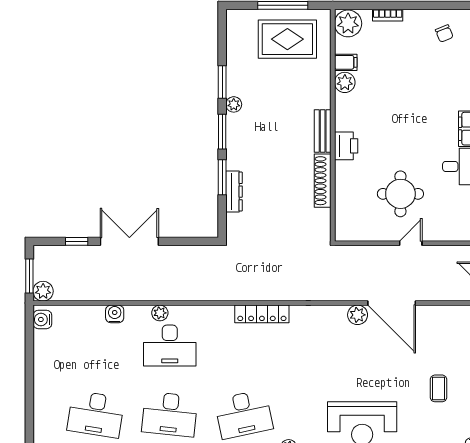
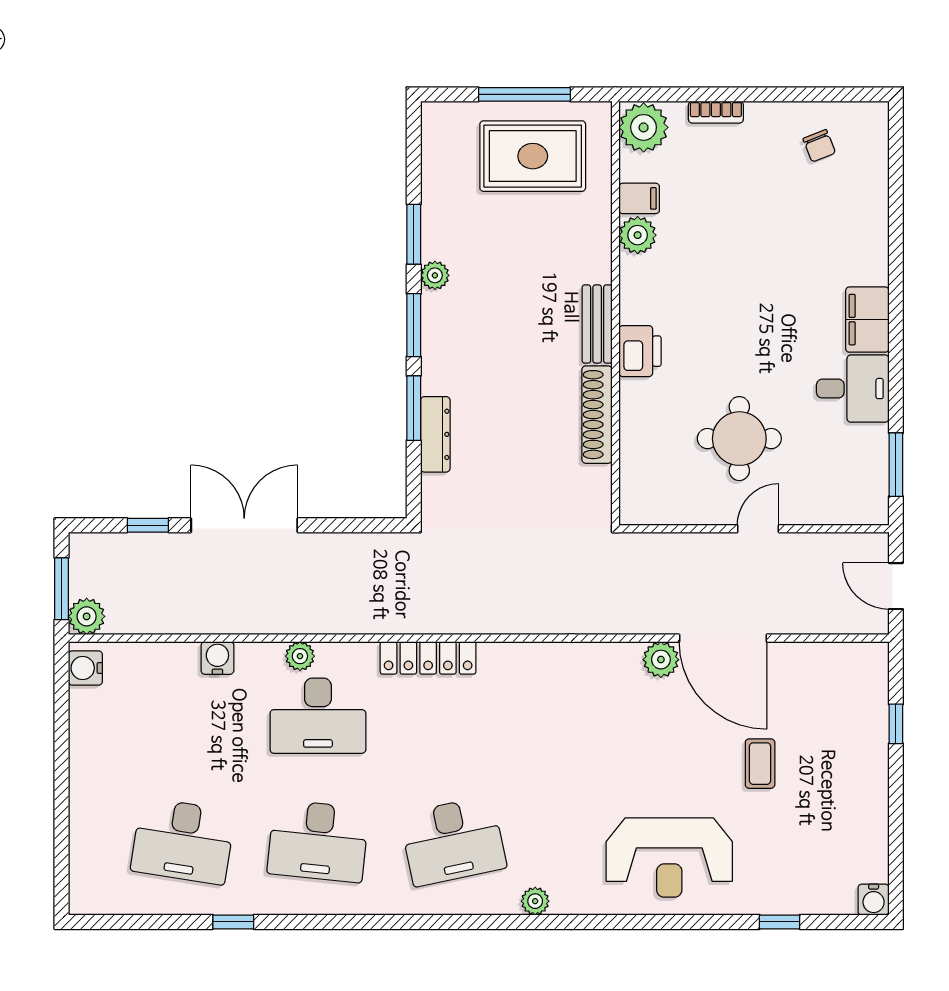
locker: (262, 314) -> (428, 658), moved
coffee table: (439, 388) -> (760, 764), moved

